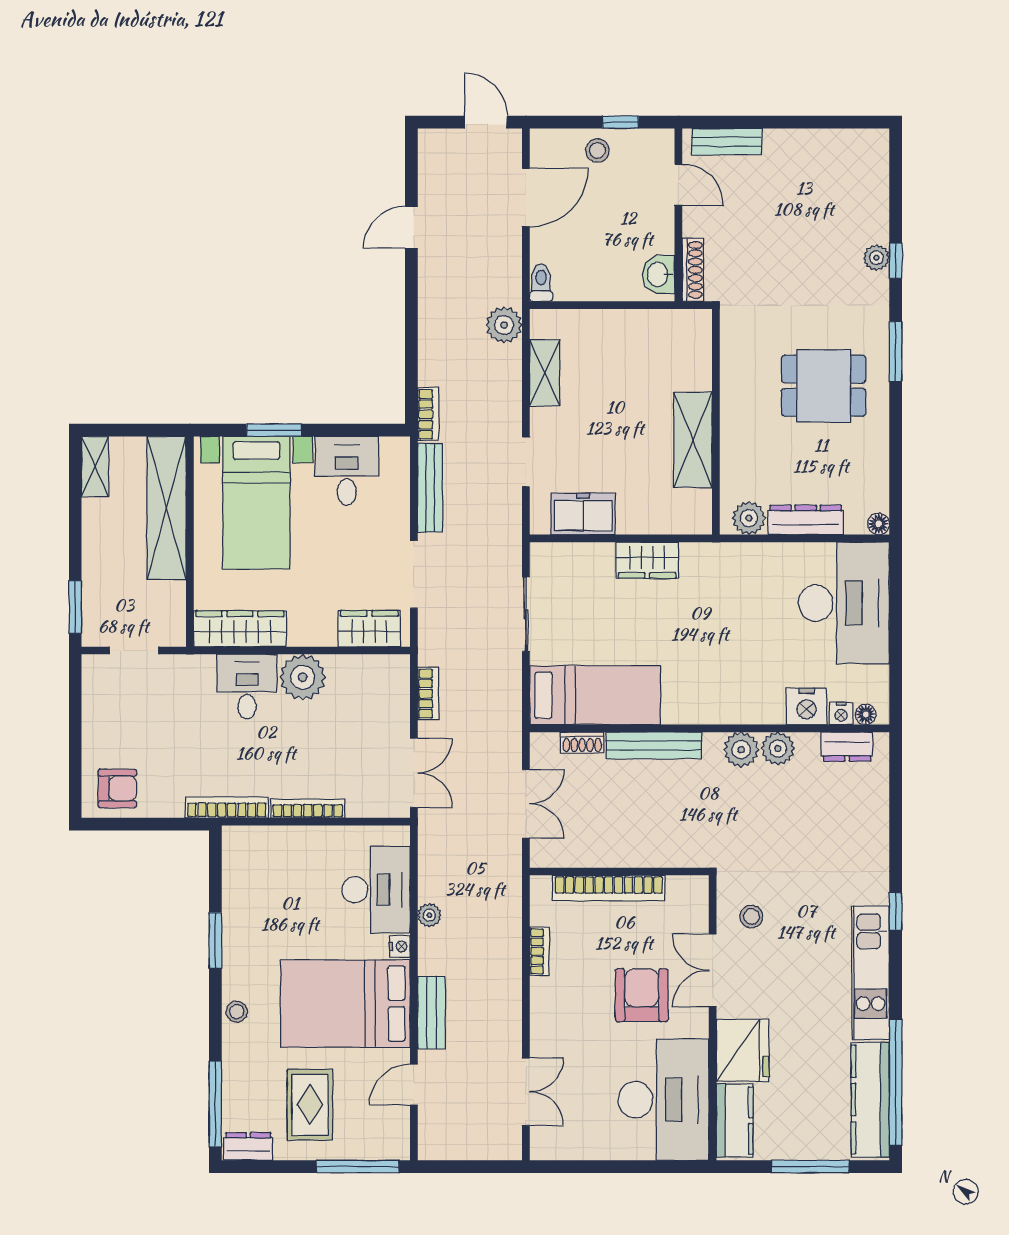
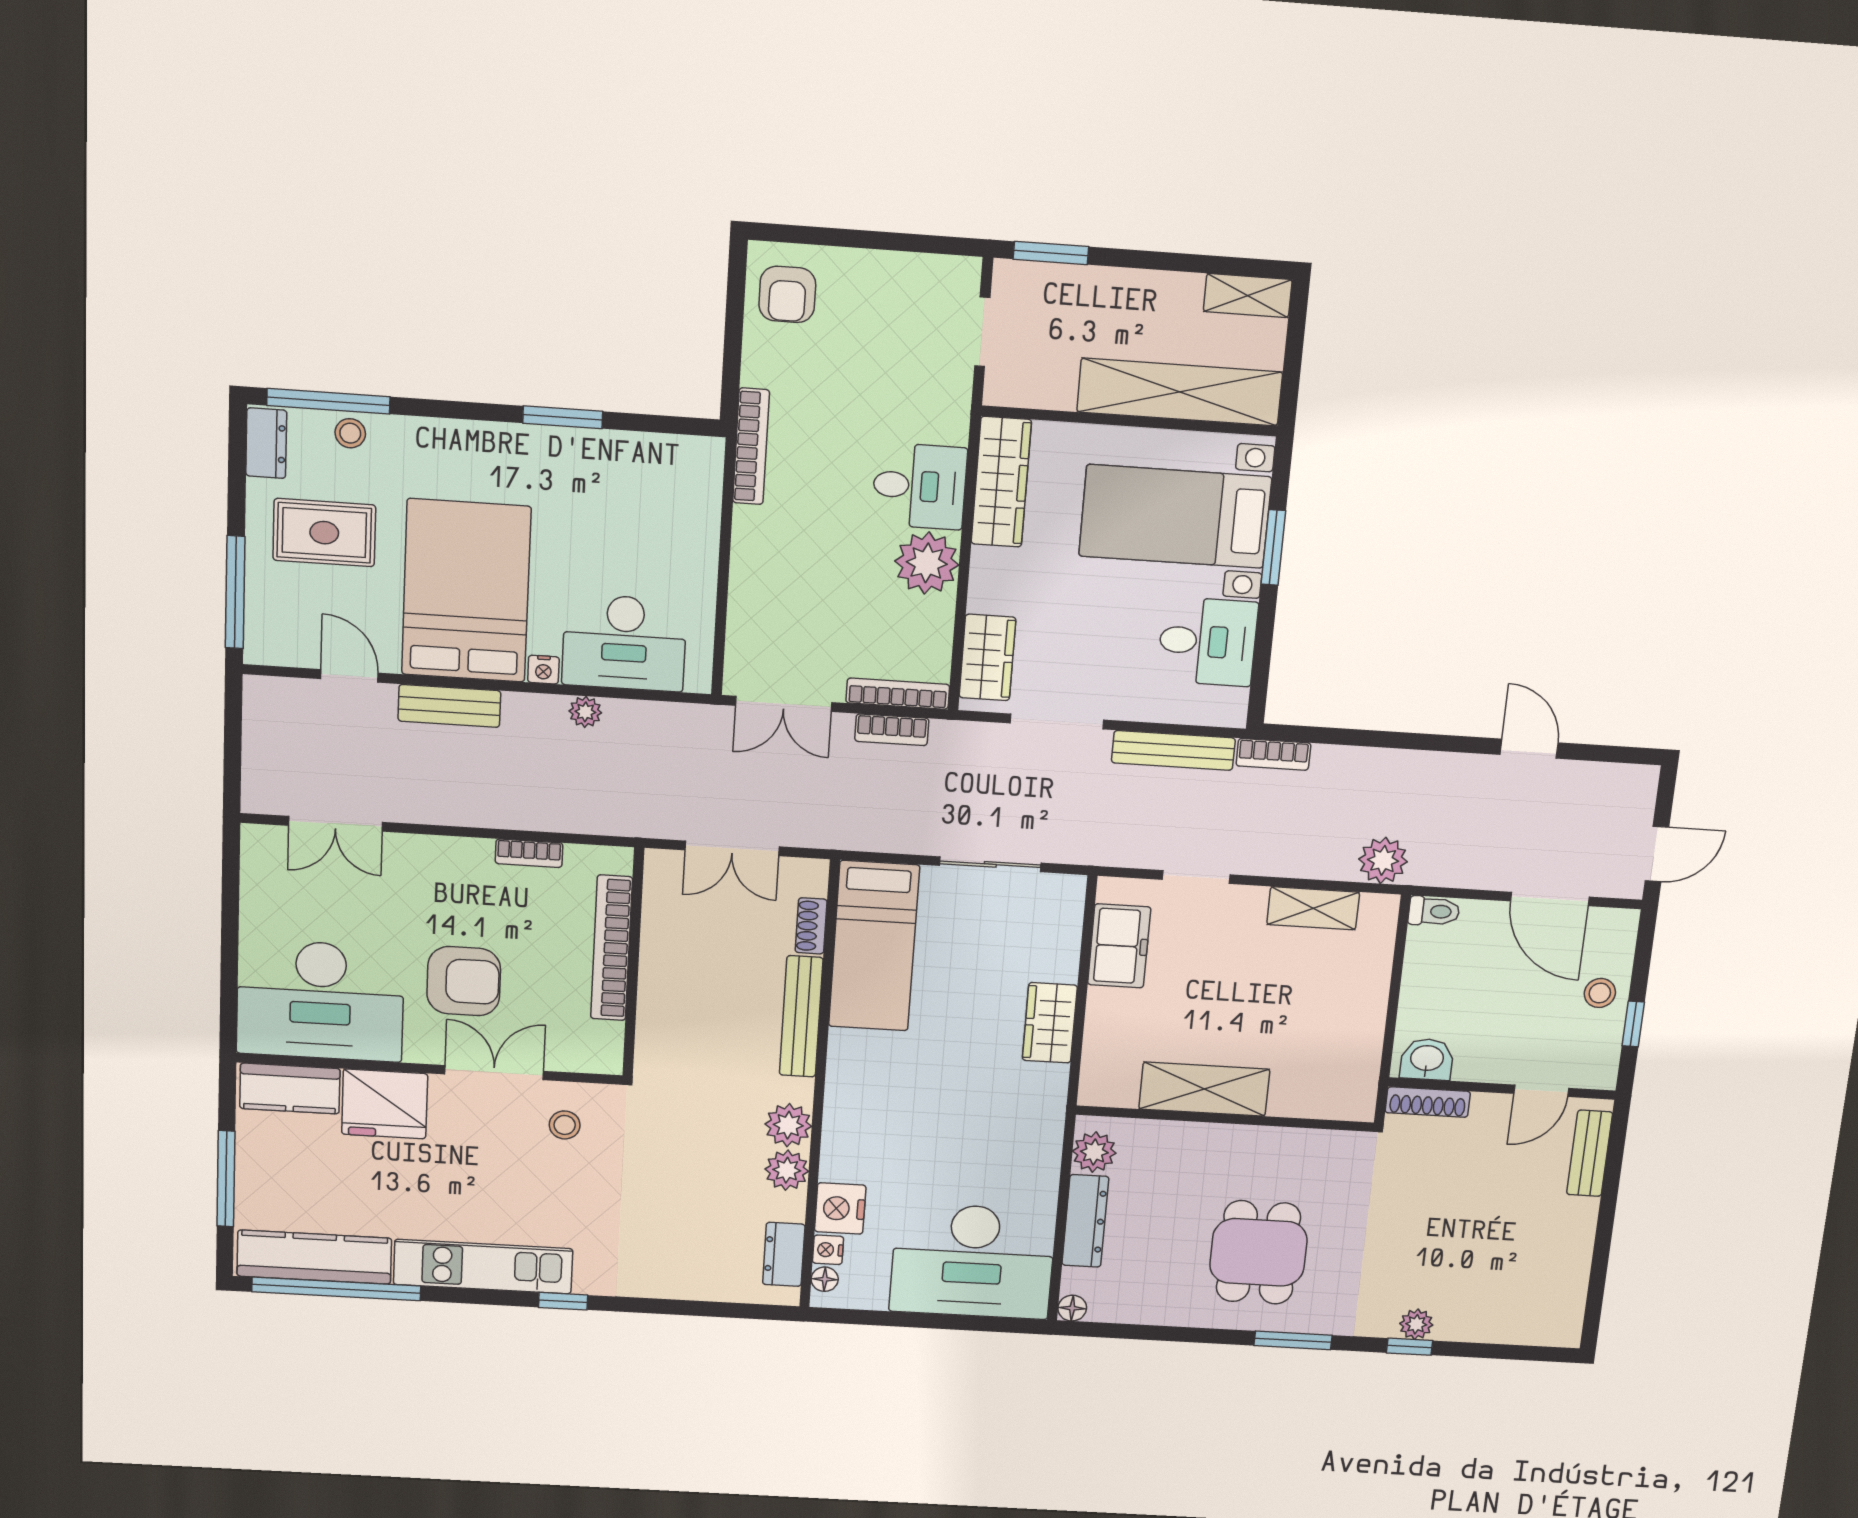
bookcase: (308, 808) -> (898, 694), moved, turned -90
stool: (237, 1012) -> (350, 433), moved

